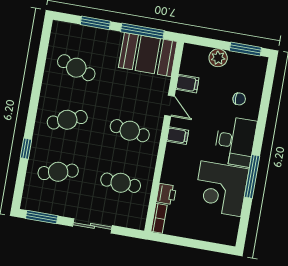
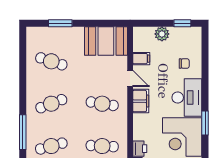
window: (142, 31) -> (98, 23), removed
window: (245, 49) -> (182, 23), width x0.67
filing cabinet: (178, 136) -> (141, 101), width x2.00
window: (26, 149) -> (23, 132), width x2.17
window: (252, 176) -> (205, 123), width x0.69

